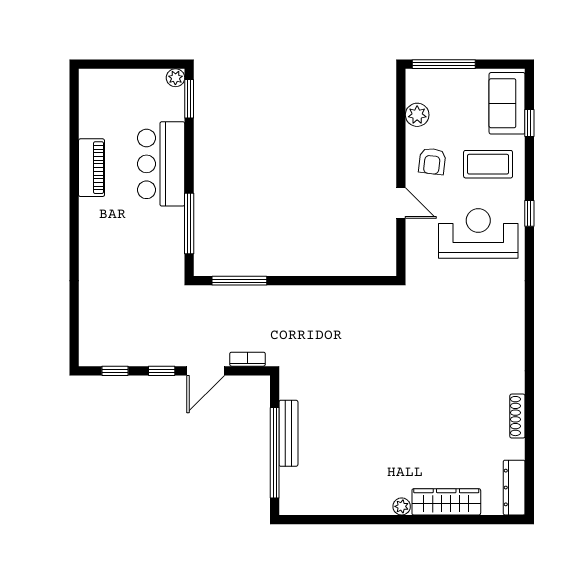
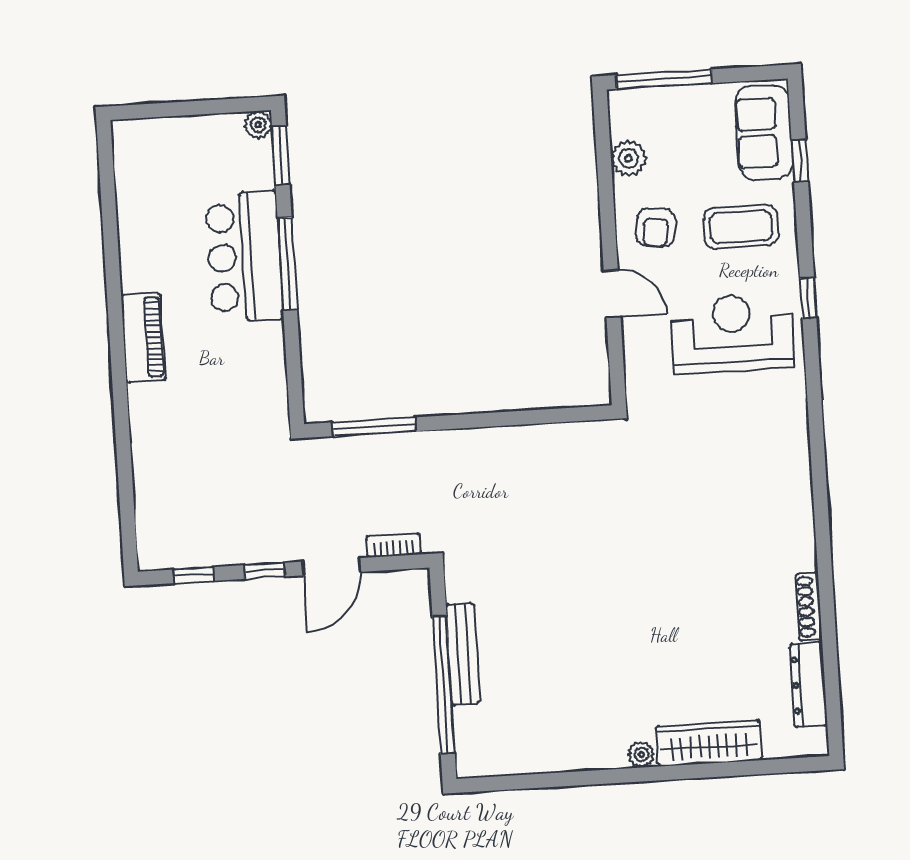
piano: (91, 168) -> (143, 338), moved
window: (189, 223) -> (287, 264), moved
dresser: (514, 488) -> (809, 685), moved

